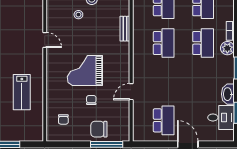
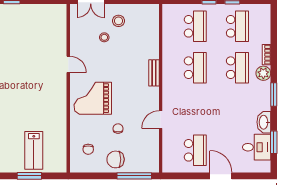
bench: (125, 29) -> (154, 73), moved
grand piano: (85, 70) -> (93, 98), moved
lab bench: (22, 92) -> (34, 150), moved
chair: (99, 129) -> (116, 159), moved

